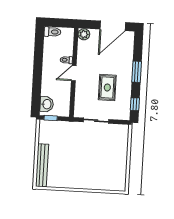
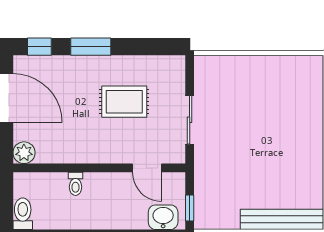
door: (74, 73) -> (147, 168), moved
window: (135, 104) -> (39, 47), moved

